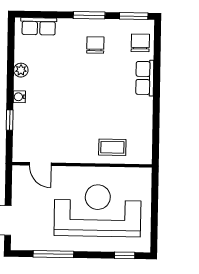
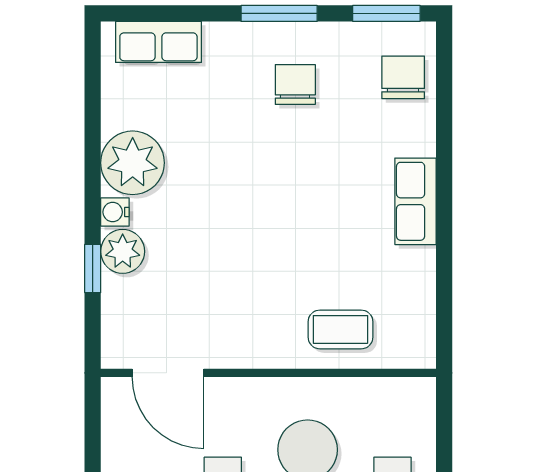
plant: (21, 70) -> (133, 163), width x1.88, depth x1.88
row of seats: (145, 78) -> (416, 201), moved
plant: (22, 113) -> (123, 251), added
door: (40, 164) -> (168, 373), width x1.38

